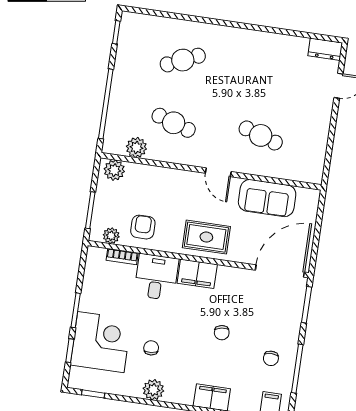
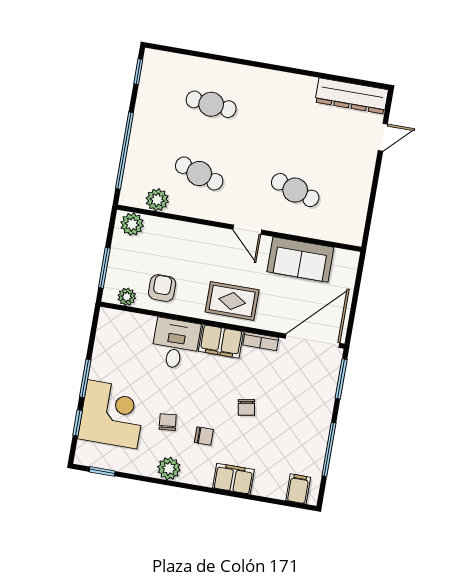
dresser: (325, 49) -> (352, 96), width x1.96, depth x1.24
cafe table: (183, 60) -> (211, 104), turned 30
bookcase: (122, 257) -> (261, 341), moved
chair: (271, 358) -> (204, 436), moved, turned -90

